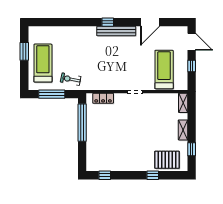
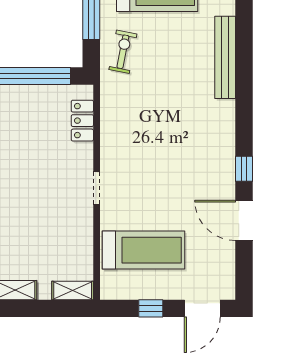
window: (108, 22) -> (244, 169), moved
bench: (116, 31) -> (225, 57), moved

